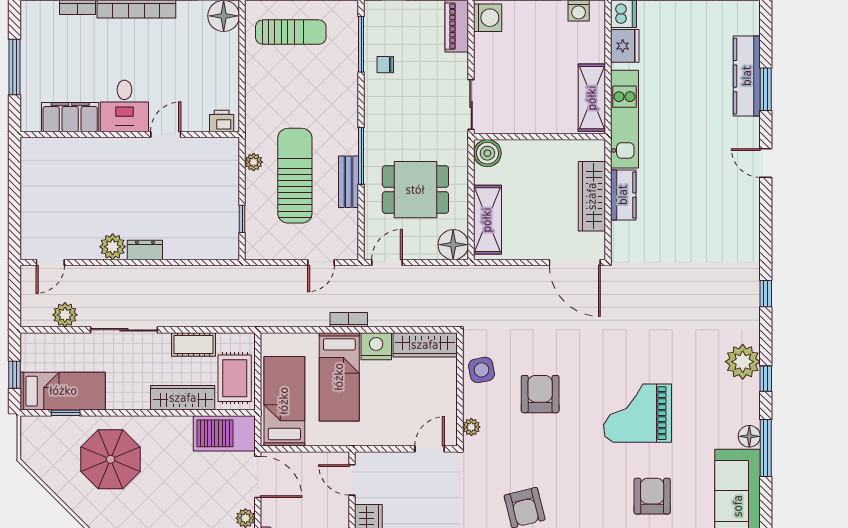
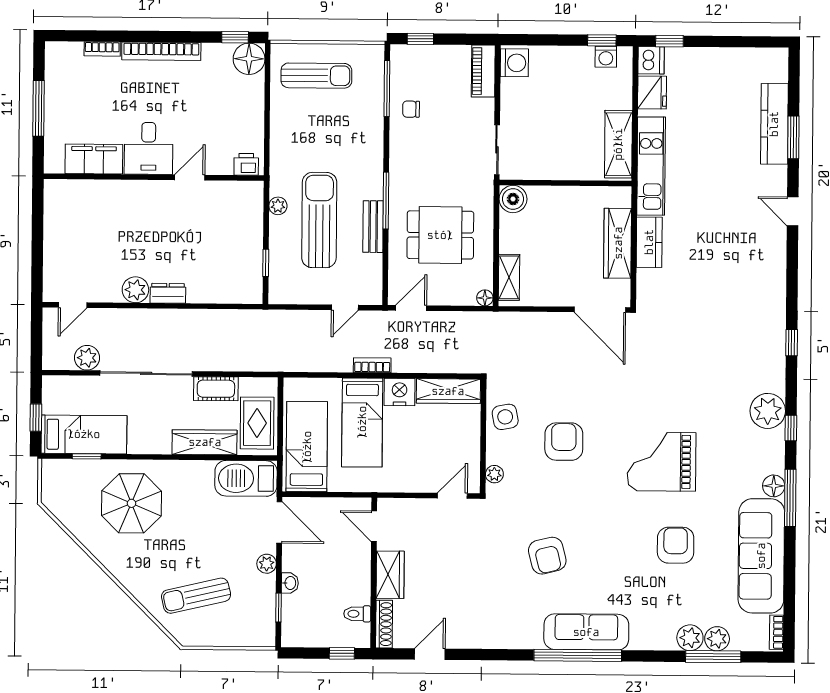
shelving: (487, 220) -> (509, 277), width x0.67, depth x0.75
floor lamp: (453, 245) -> (485, 298), width x0.53, depth x0.53
sliding door: (124, 330) -> (146, 373), width x1.36

